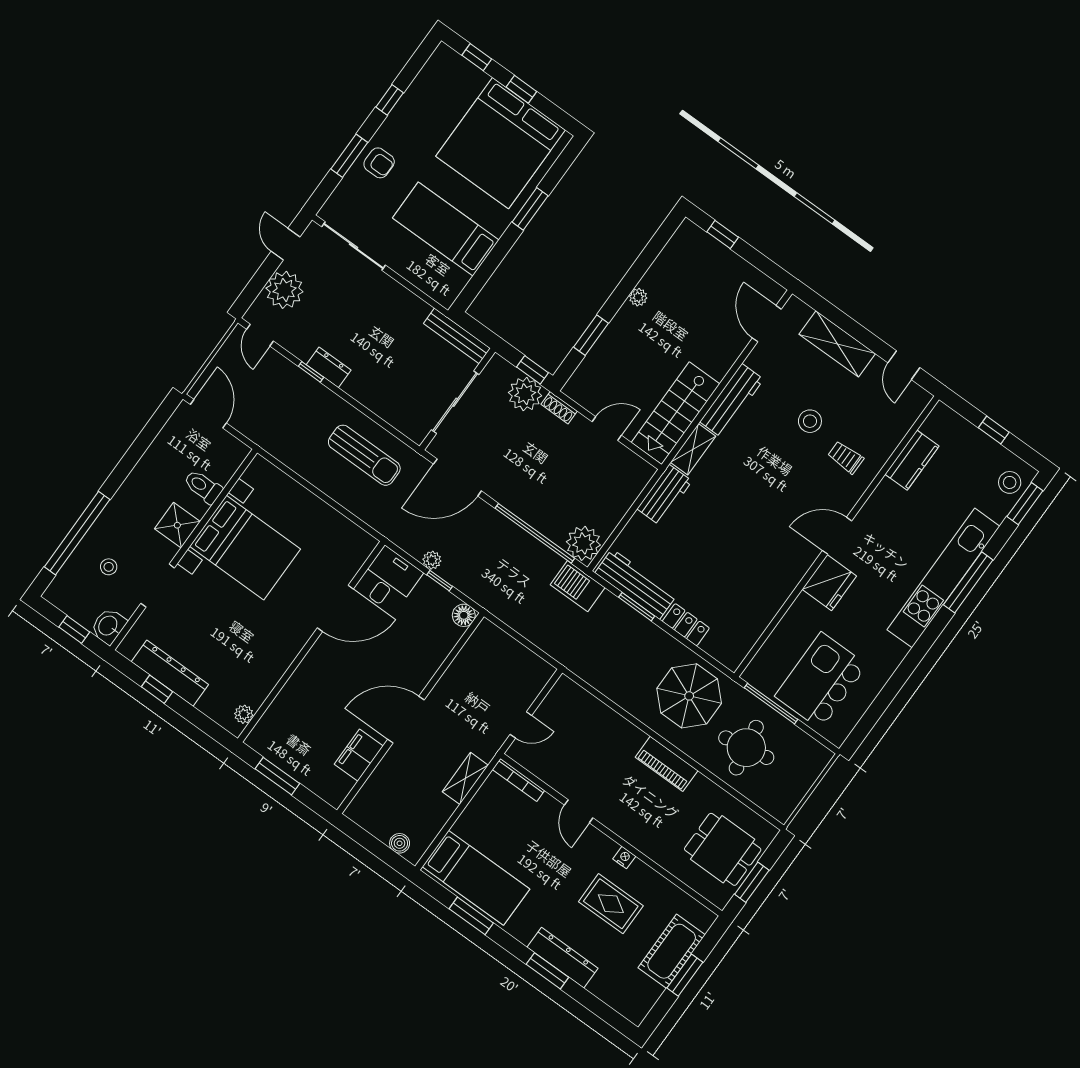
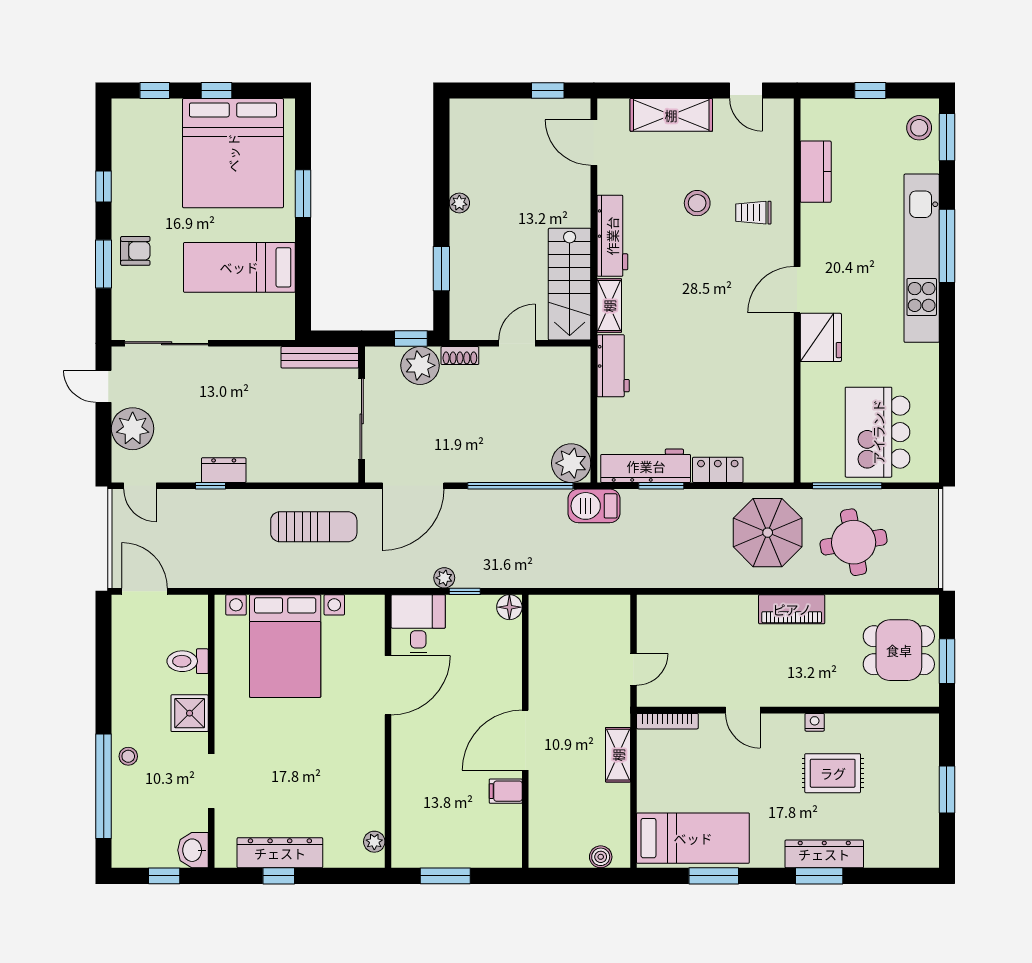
window: (723, 235) -> (548, 90), moved
bed with nightstands: (245, 548) -> (285, 646), moved, turned 90
stool: (109, 567) -> (128, 756), moved
filing cabinet: (359, 755) -> (506, 791), width x0.50
cot: (672, 951) -> (919, 776), removed

